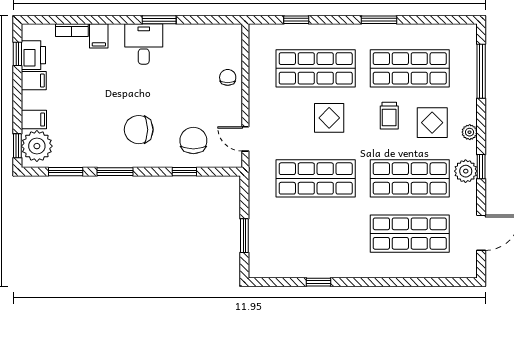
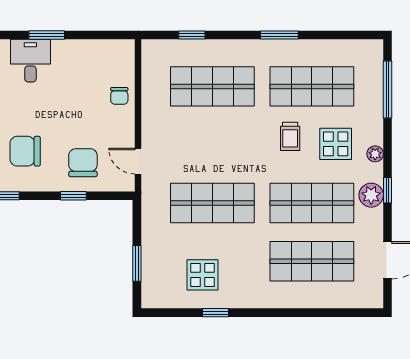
chair: (228, 77) -> (119, 96), turned 180
display table: (329, 118) -> (202, 275), moved

